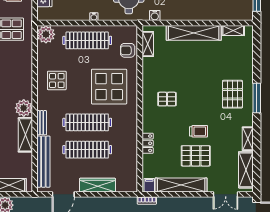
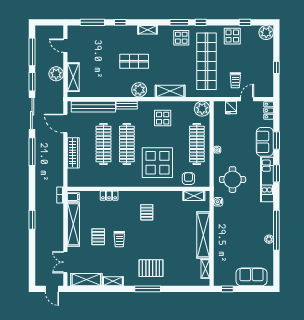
shelving: (25, 135) -> (170, 91), moved
pallet: (196, 156) -> (98, 237), width x0.67, depth x0.71

